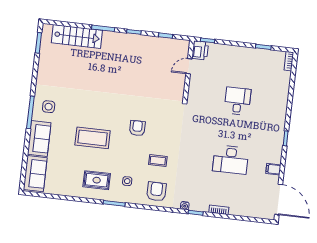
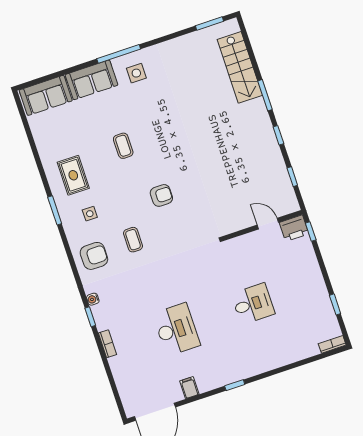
coffee table: (93, 138) -> (123, 146), width x0.54, depth x0.58
desk: (231, 160) -> (176, 329), turned 180

